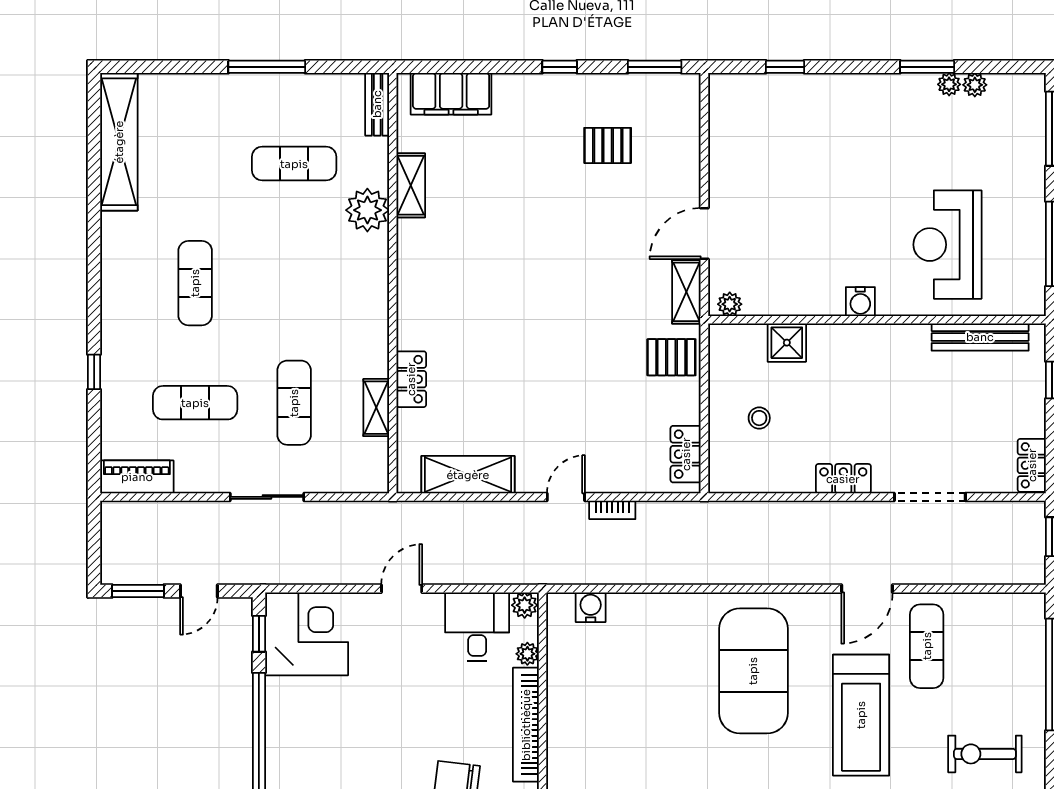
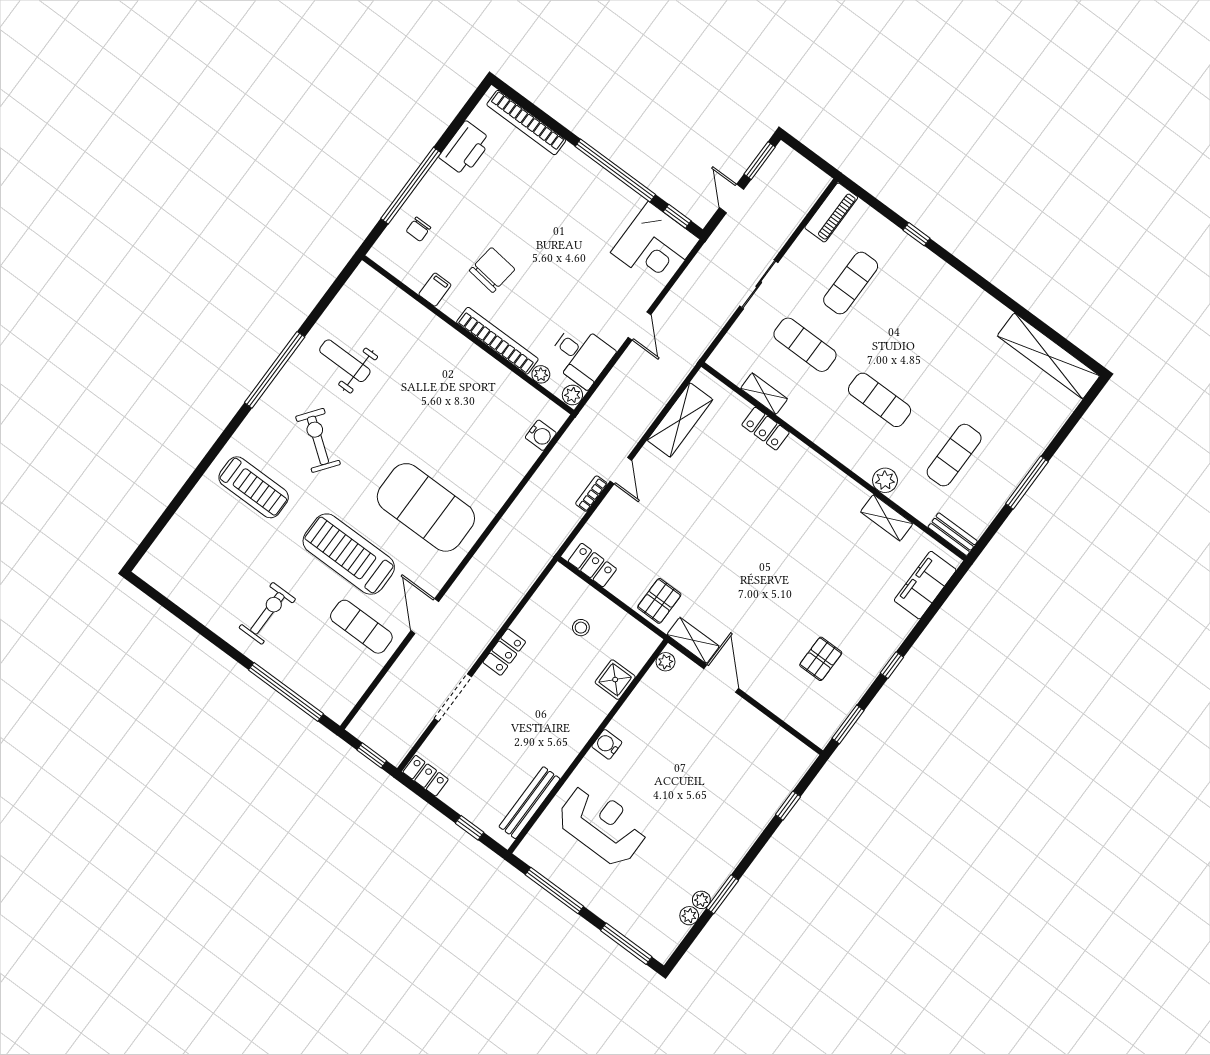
plant: (367, 210) -> (885, 480), width x0.73, depth x0.73
exercise mat: (195, 283) -> (880, 400), moved

